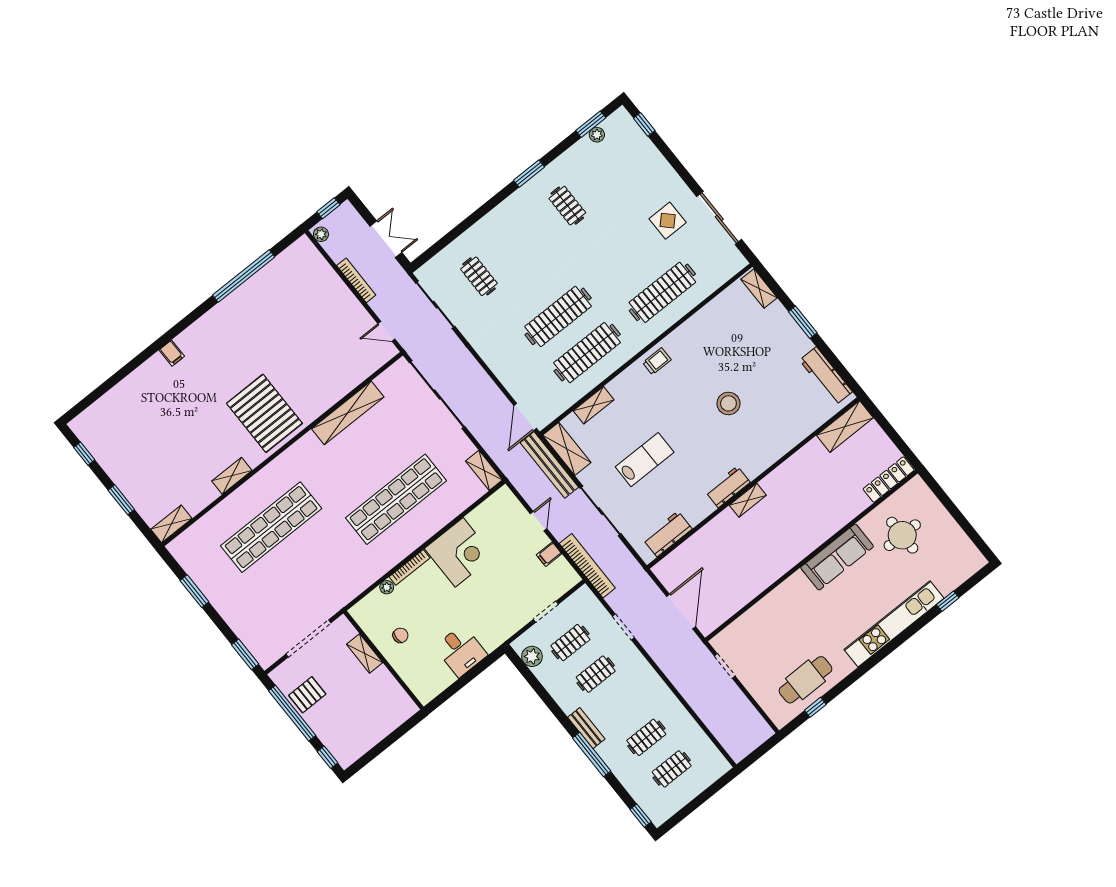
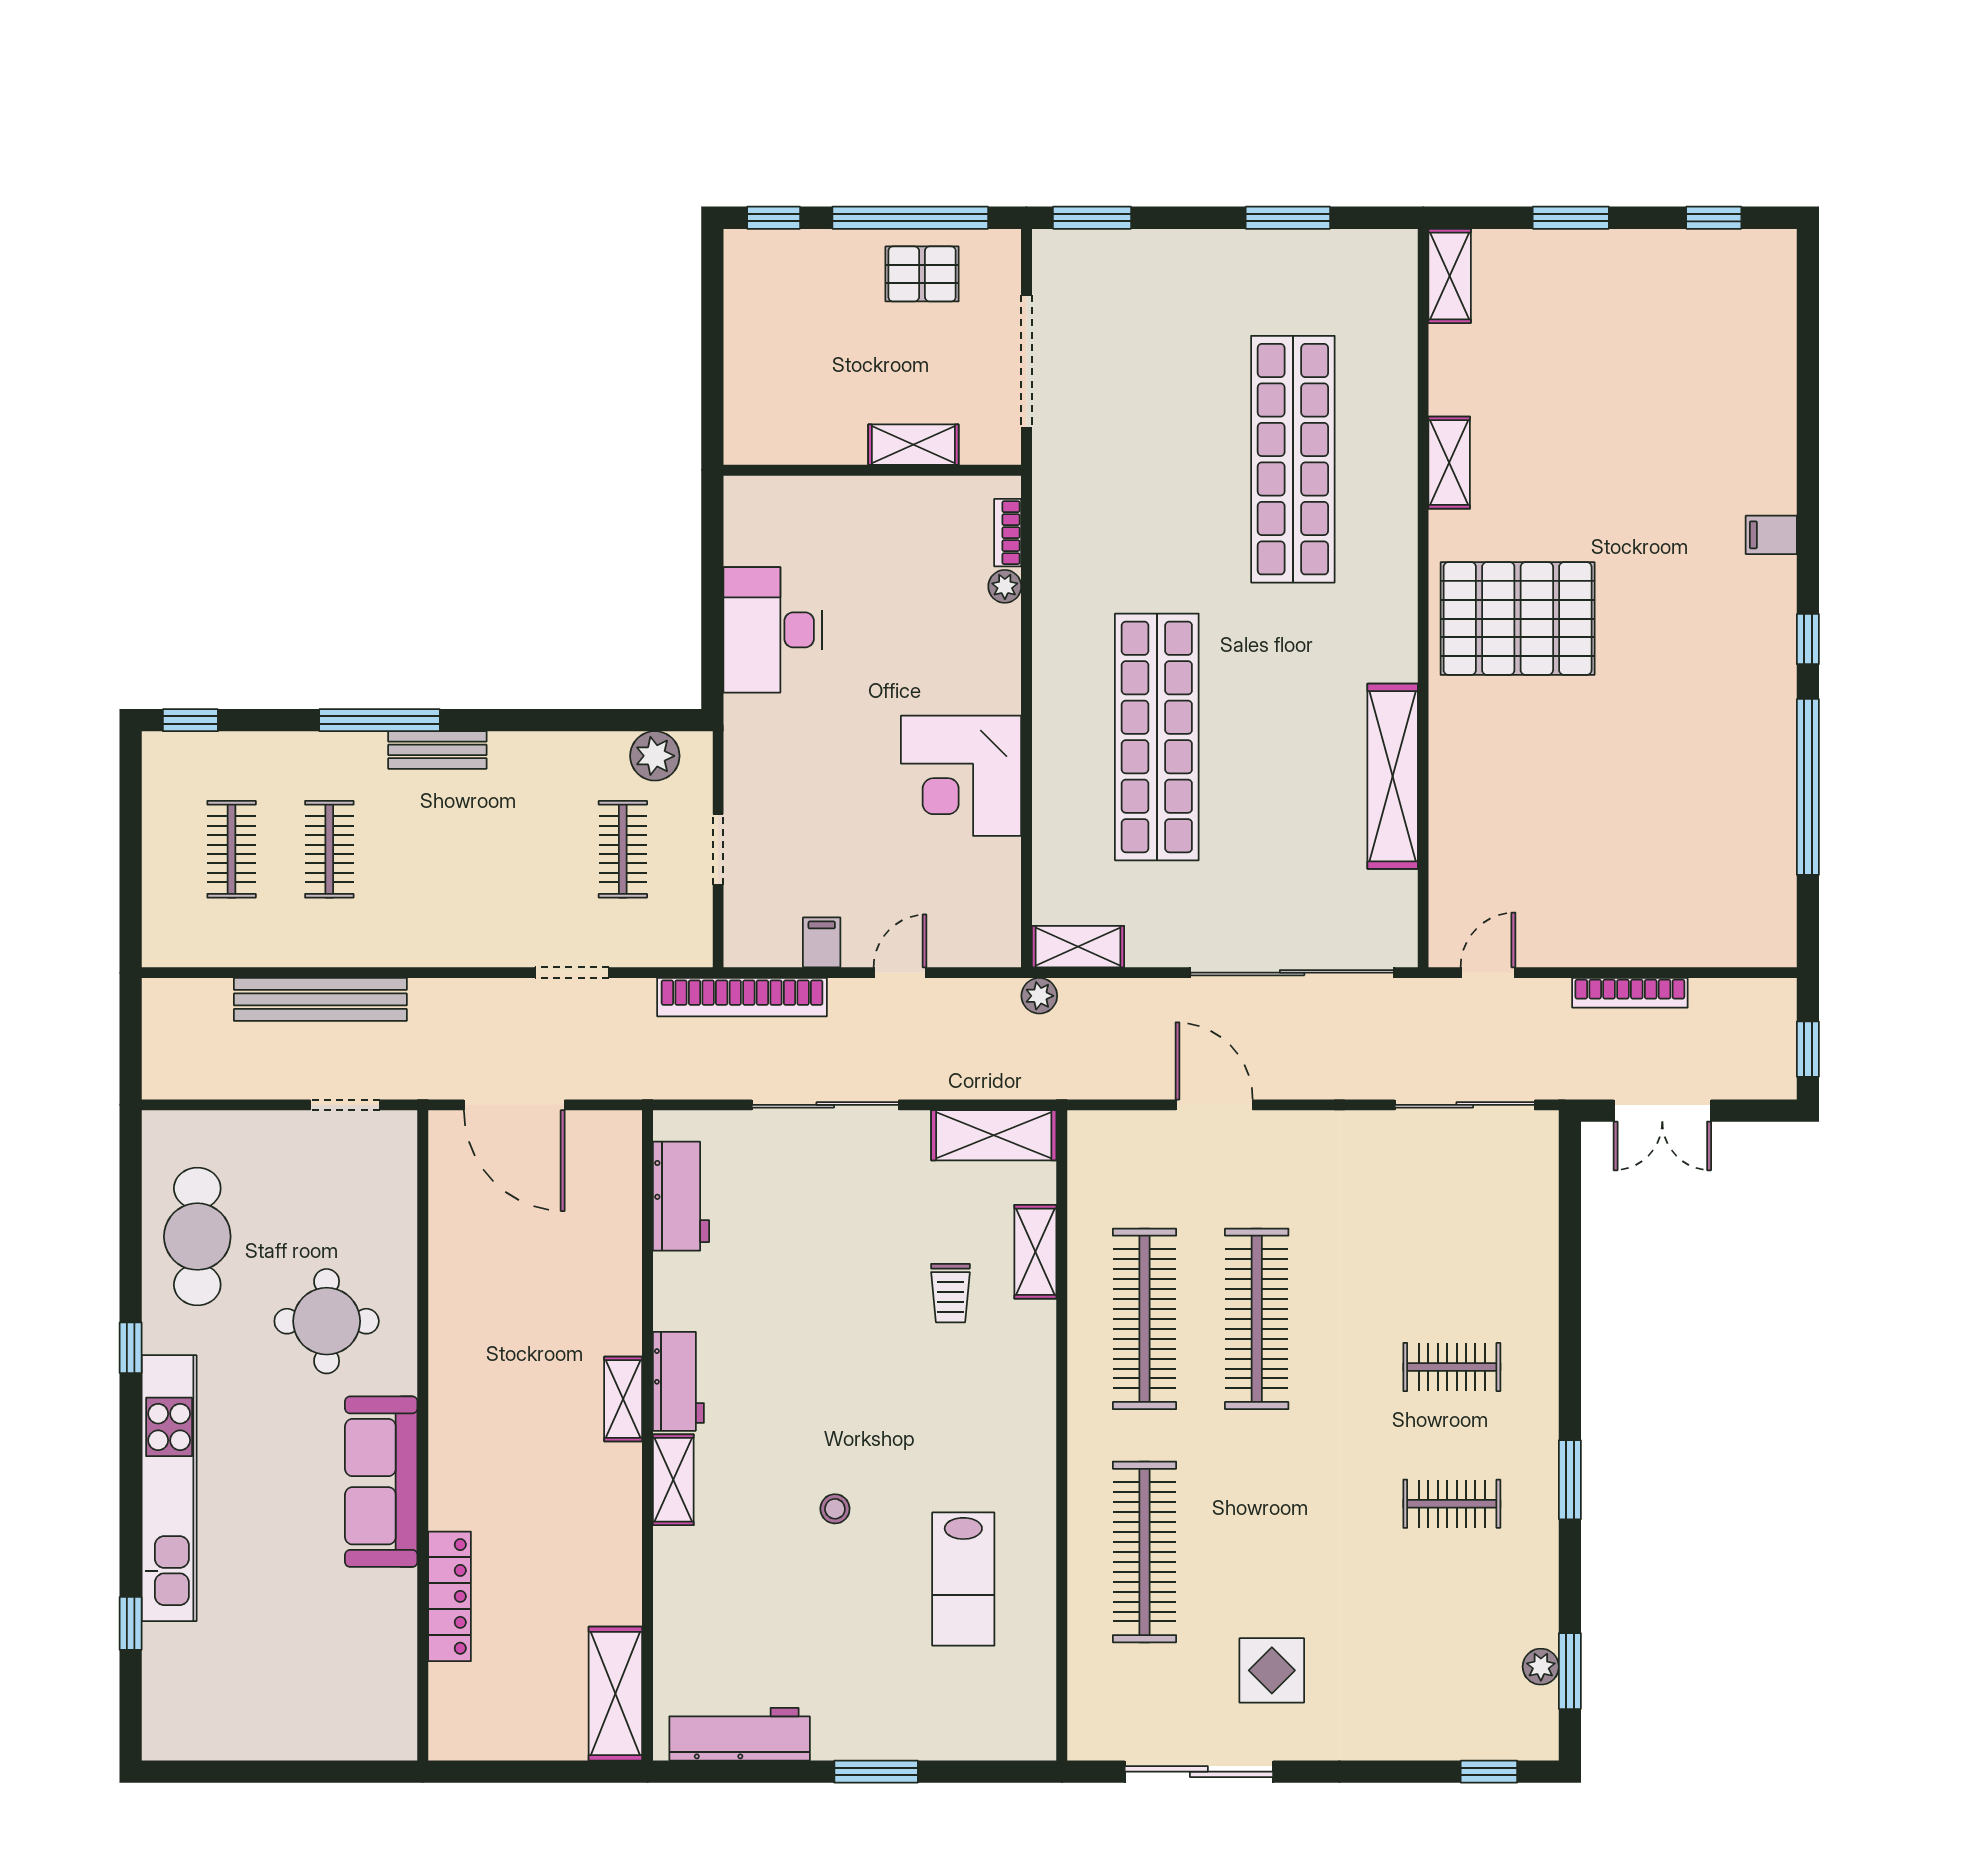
plant: (321, 234) -> (1039, 996), moved
clothes rail: (479, 276) -> (1452, 1367), moved
shelving: (759, 288) -> (673, 1480), moved, turned 90
window: (196, 314) -> (1808, 639), added
trolley: (657, 361) -> (950, 1293), moved
stool: (728, 403) -> (835, 1509), width x0.53, depth x0.53
door: (525, 417) -> (1214, 1105), moved
lab bench: (645, 460) -> (963, 1579), moved
bench: (549, 465) -> (320, 999), moved
locker: (889, 480) -> (450, 1596), moved
door: (539, 521) -> (900, 973), swing flipped
round table: (902, 535) -> (327, 1321), moved
bookcase: (409, 567) -> (1008, 533), moved, width x0.64
chair: (400, 635) -> (893, 539), removed
desk: (461, 651) -> (773, 630), width x1.37
clothes rail: (596, 674) -> (525, 849), removed
pallet: (307, 695) -> (922, 274), turned 90
window: (815, 707) -> (131, 1348), moved

